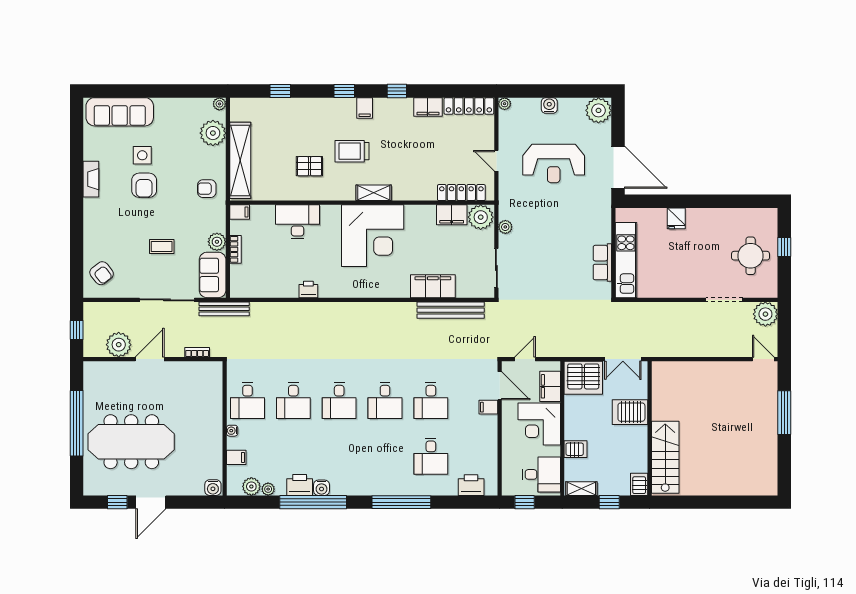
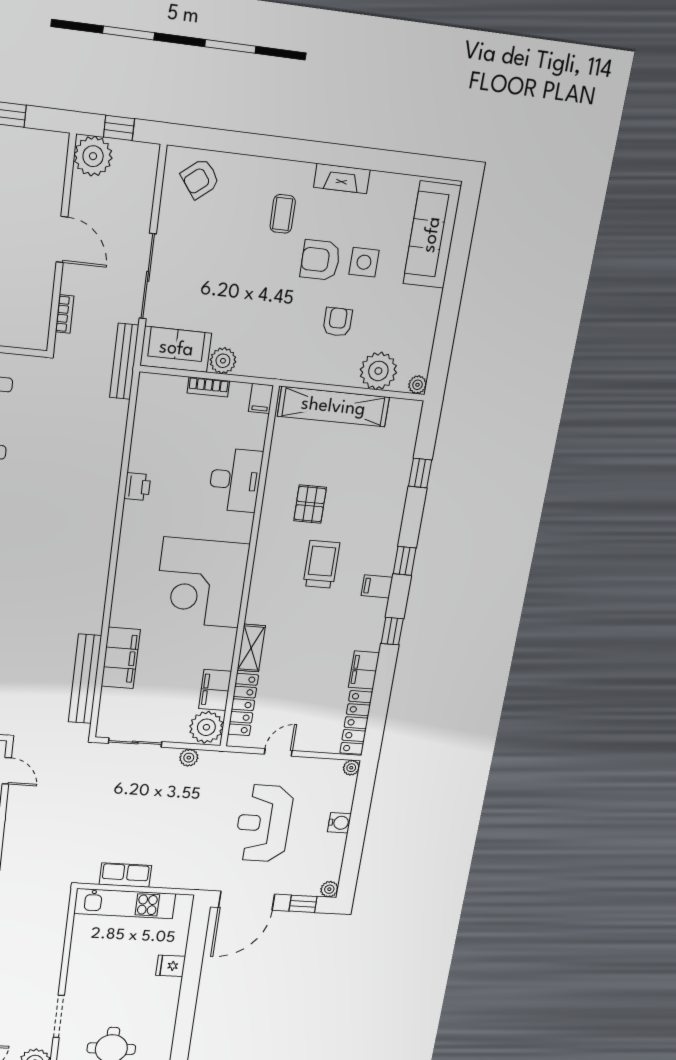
plant: (598, 110) -> (329, 889), width x0.53, depth x0.53
window: (618, 123) -> (303, 904), added
armchair: (207, 189) -> (338, 322), moved
shelving: (374, 193) -> (251, 648), moved
coffee table: (162, 246) -> (283, 214), moved
plant: (119, 345) -> (93, 156), moved

